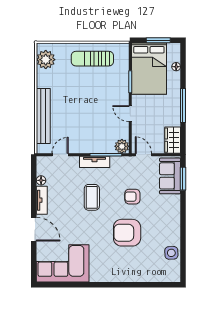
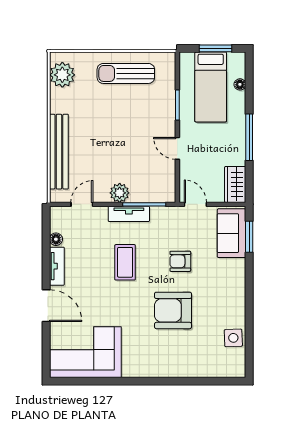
bed: (149, 69) -> (211, 87), width x0.67
plant: (122, 146) -> (120, 193), moved

